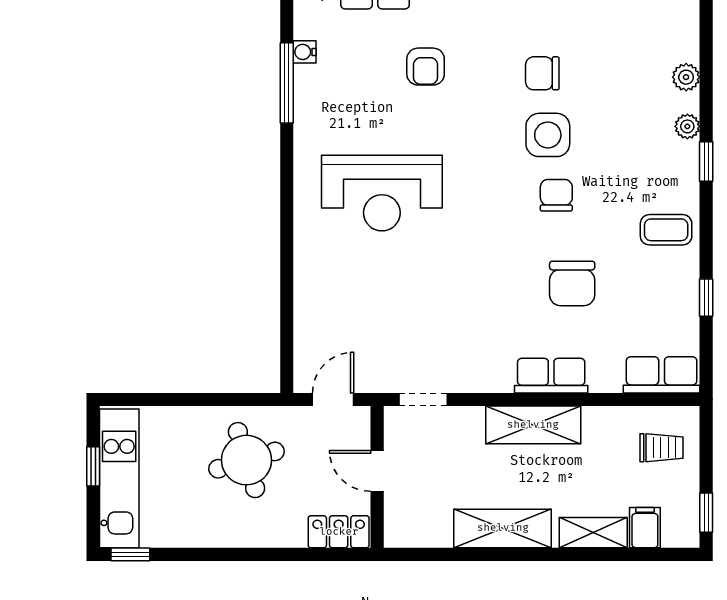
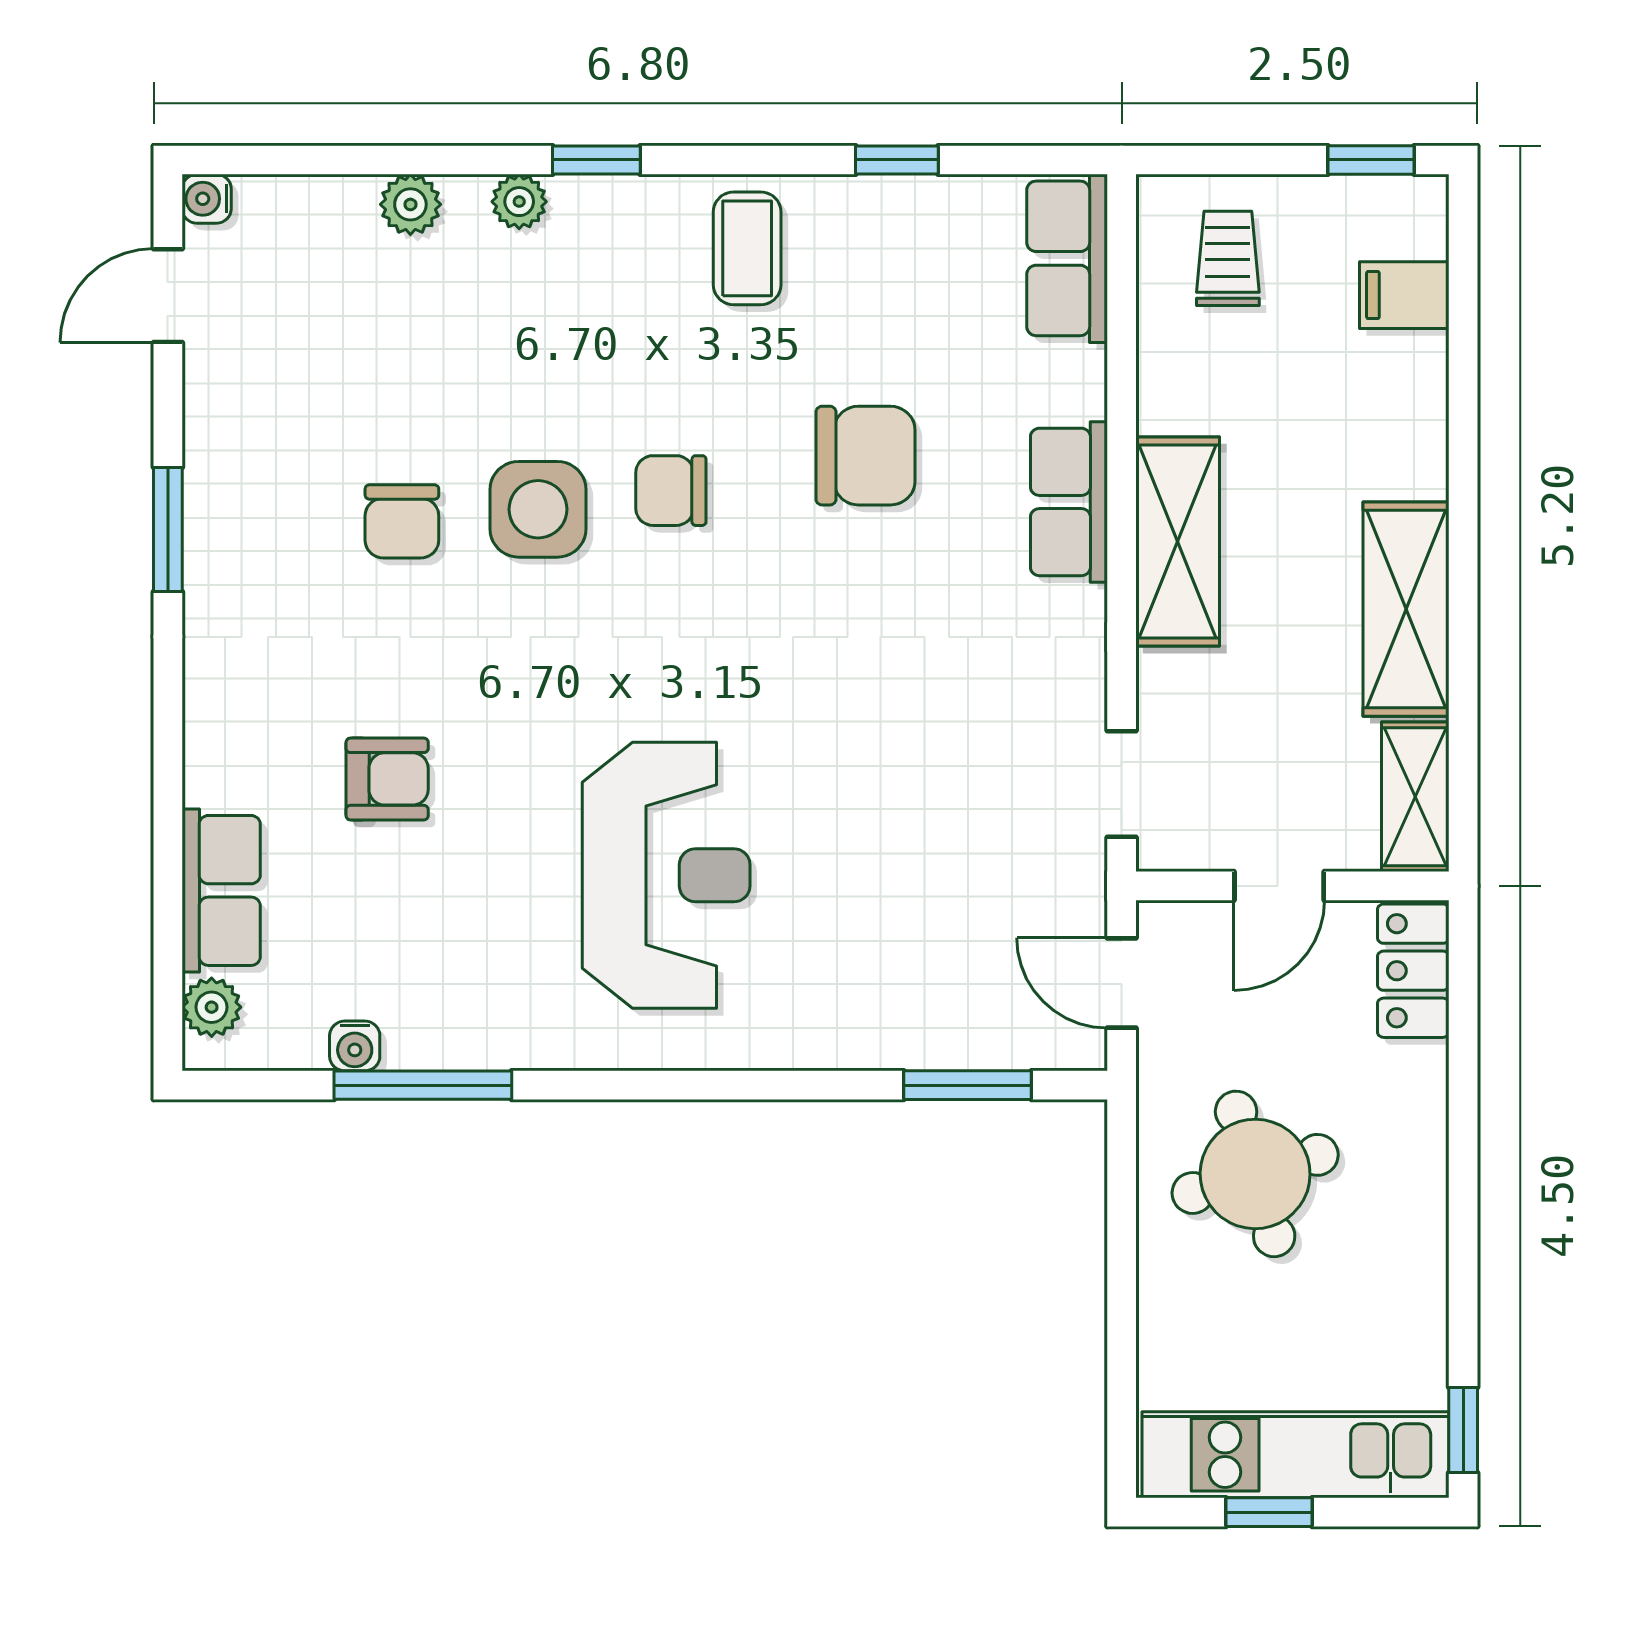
window: (287, 330) -> (968, 1085), added
shelving: (593, 533) -> (1415, 797), moved

